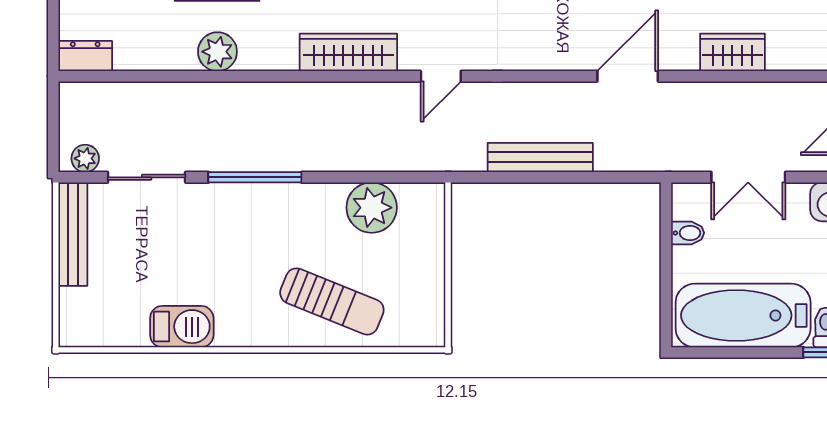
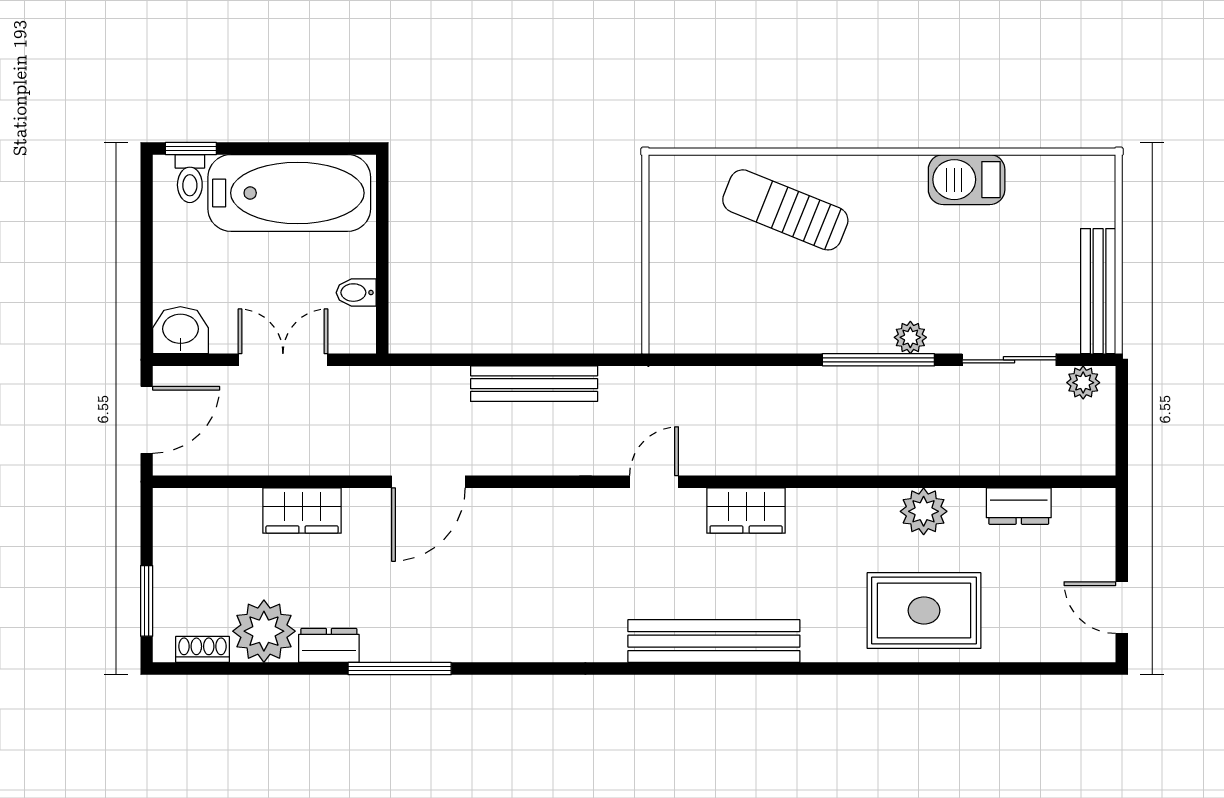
wardrobe: (348, 52) -> (746, 510), width x0.67
dresser: (85, 56) -> (1019, 506), moved
plant: (372, 208) -> (910, 337), moved, width x0.53, depth x0.53

